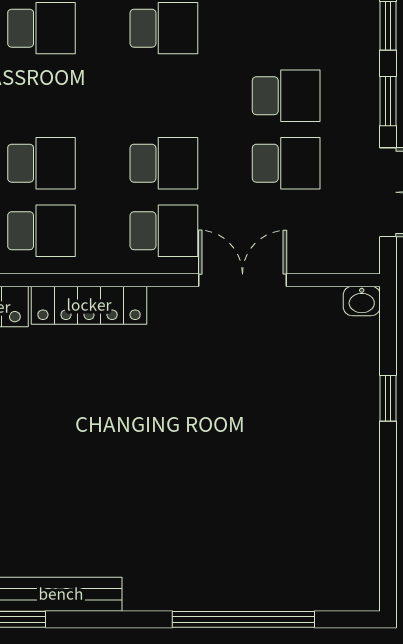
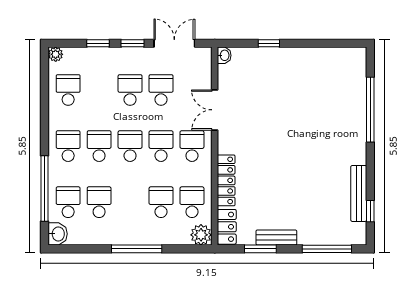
school desk: (164, 96) -> (130, 146), added

